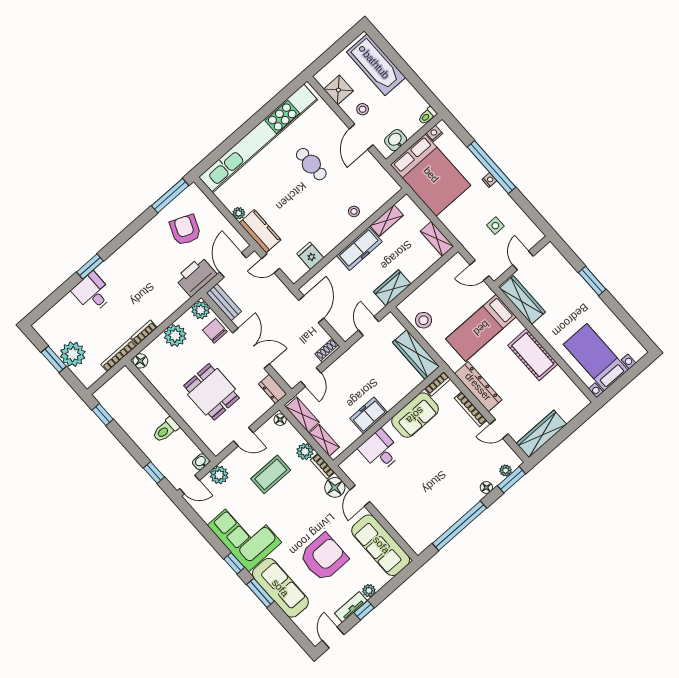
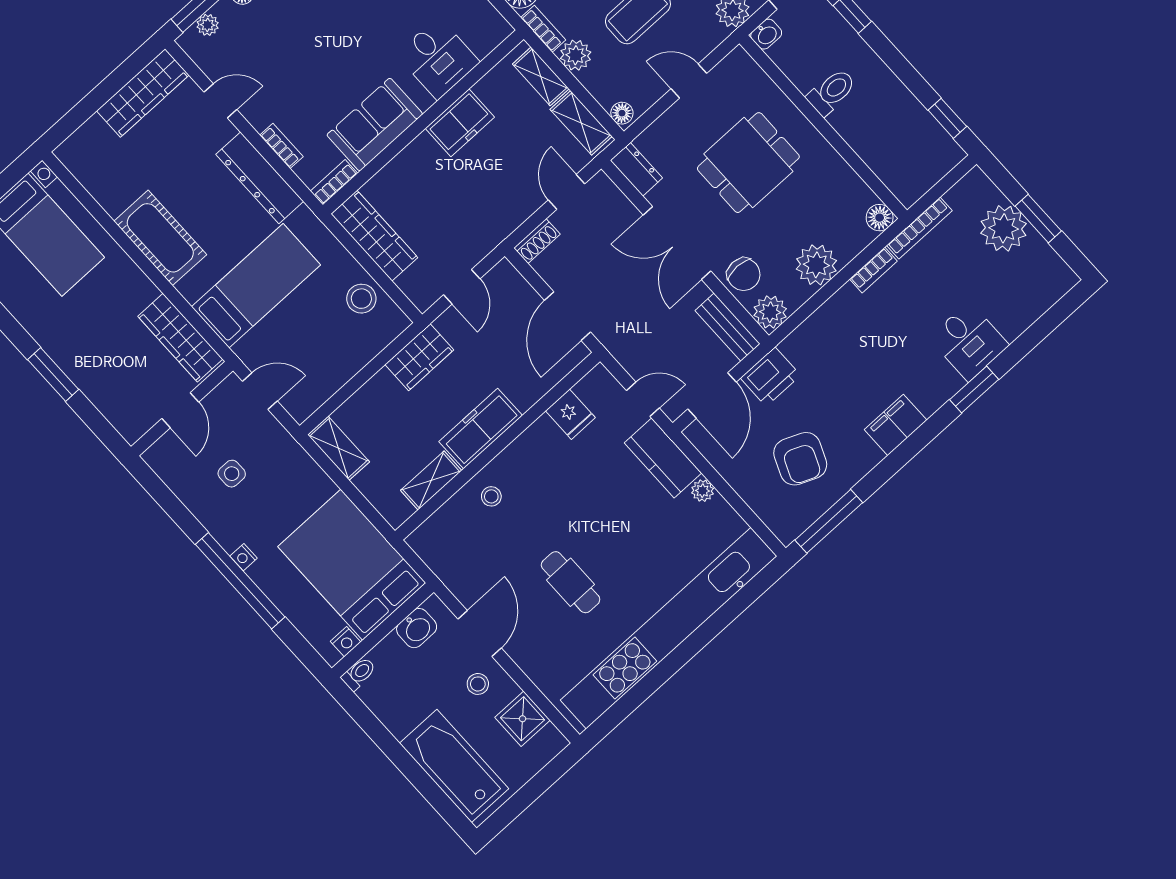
filing cabinet: (133, 248) -> (896, 425), added
printer: (196, 277) -> (770, 377), width x0.73, depth x0.84
dining table: (212, 392) -> (748, 163), turned 90
bookcase: (471, 409) -> (281, 146), width x0.64

